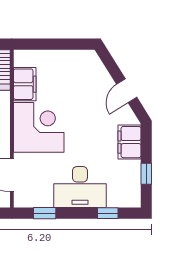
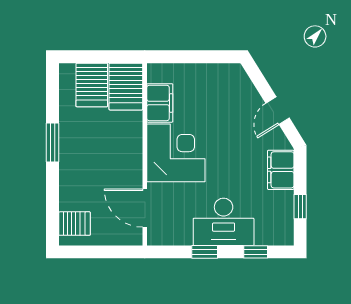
window: (45, 213) -> (205, 252), moved

